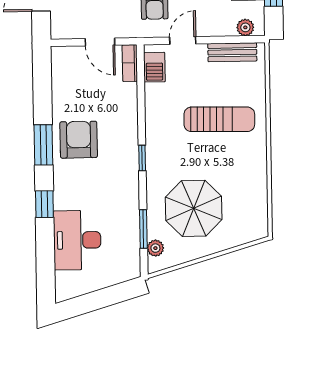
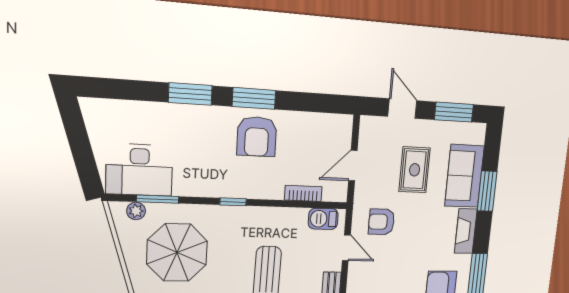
bookcase: (130, 63) -> (303, 193), moved
armchair: (79, 140) -> (257, 137), turned 90
window: (44, 204) -> (190, 94), width x1.50
desk: (77, 240) -> (139, 170), moved, turned 180

